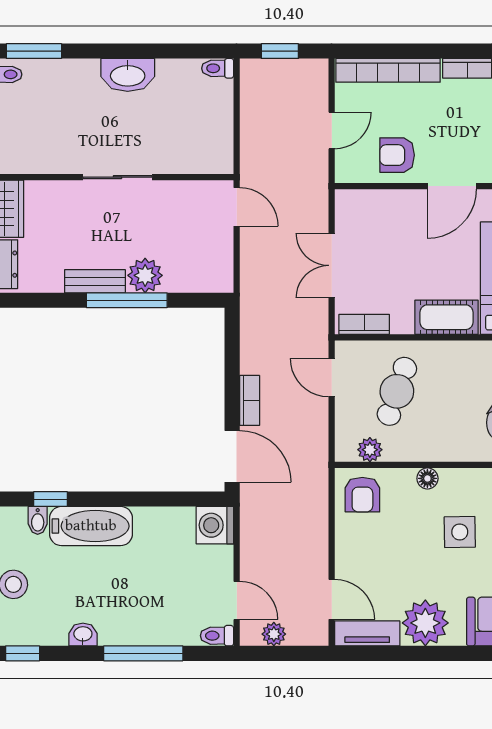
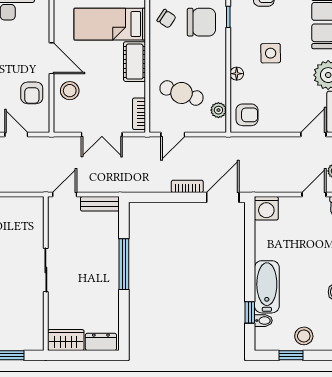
stool: (401, 215) -> (70, 91), added
plant: (145, 275) -> (108, 252), removed
bench: (95, 281) -> (100, 204), moved, turned 90

